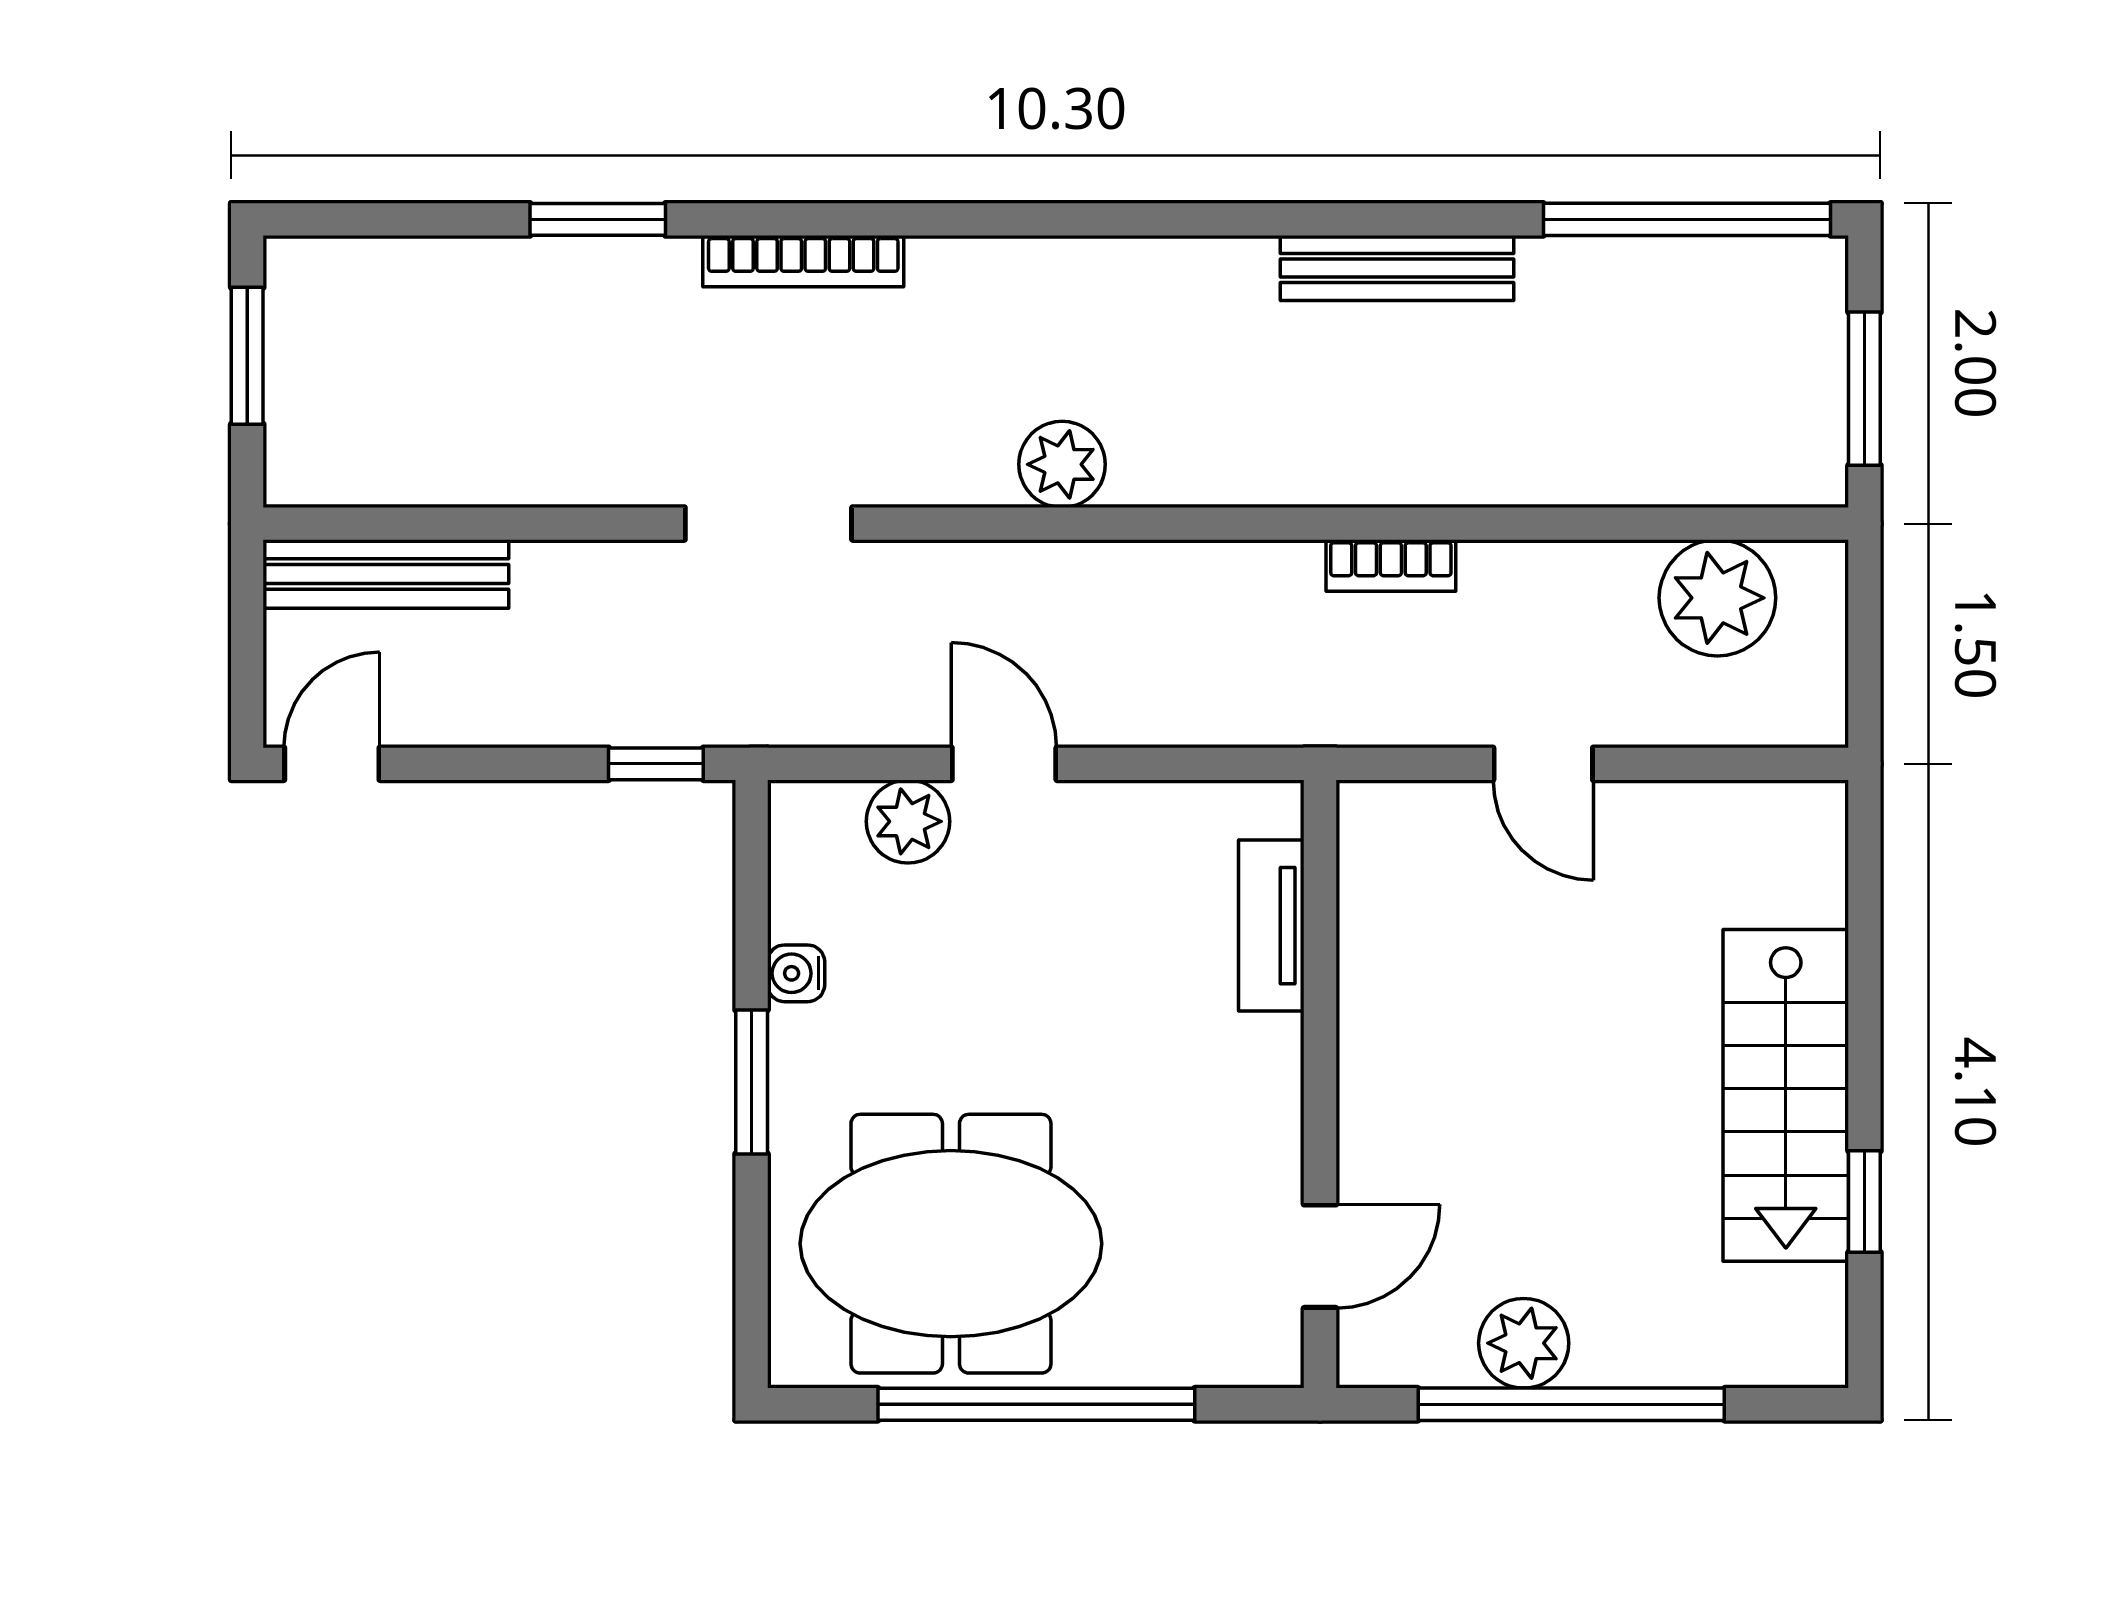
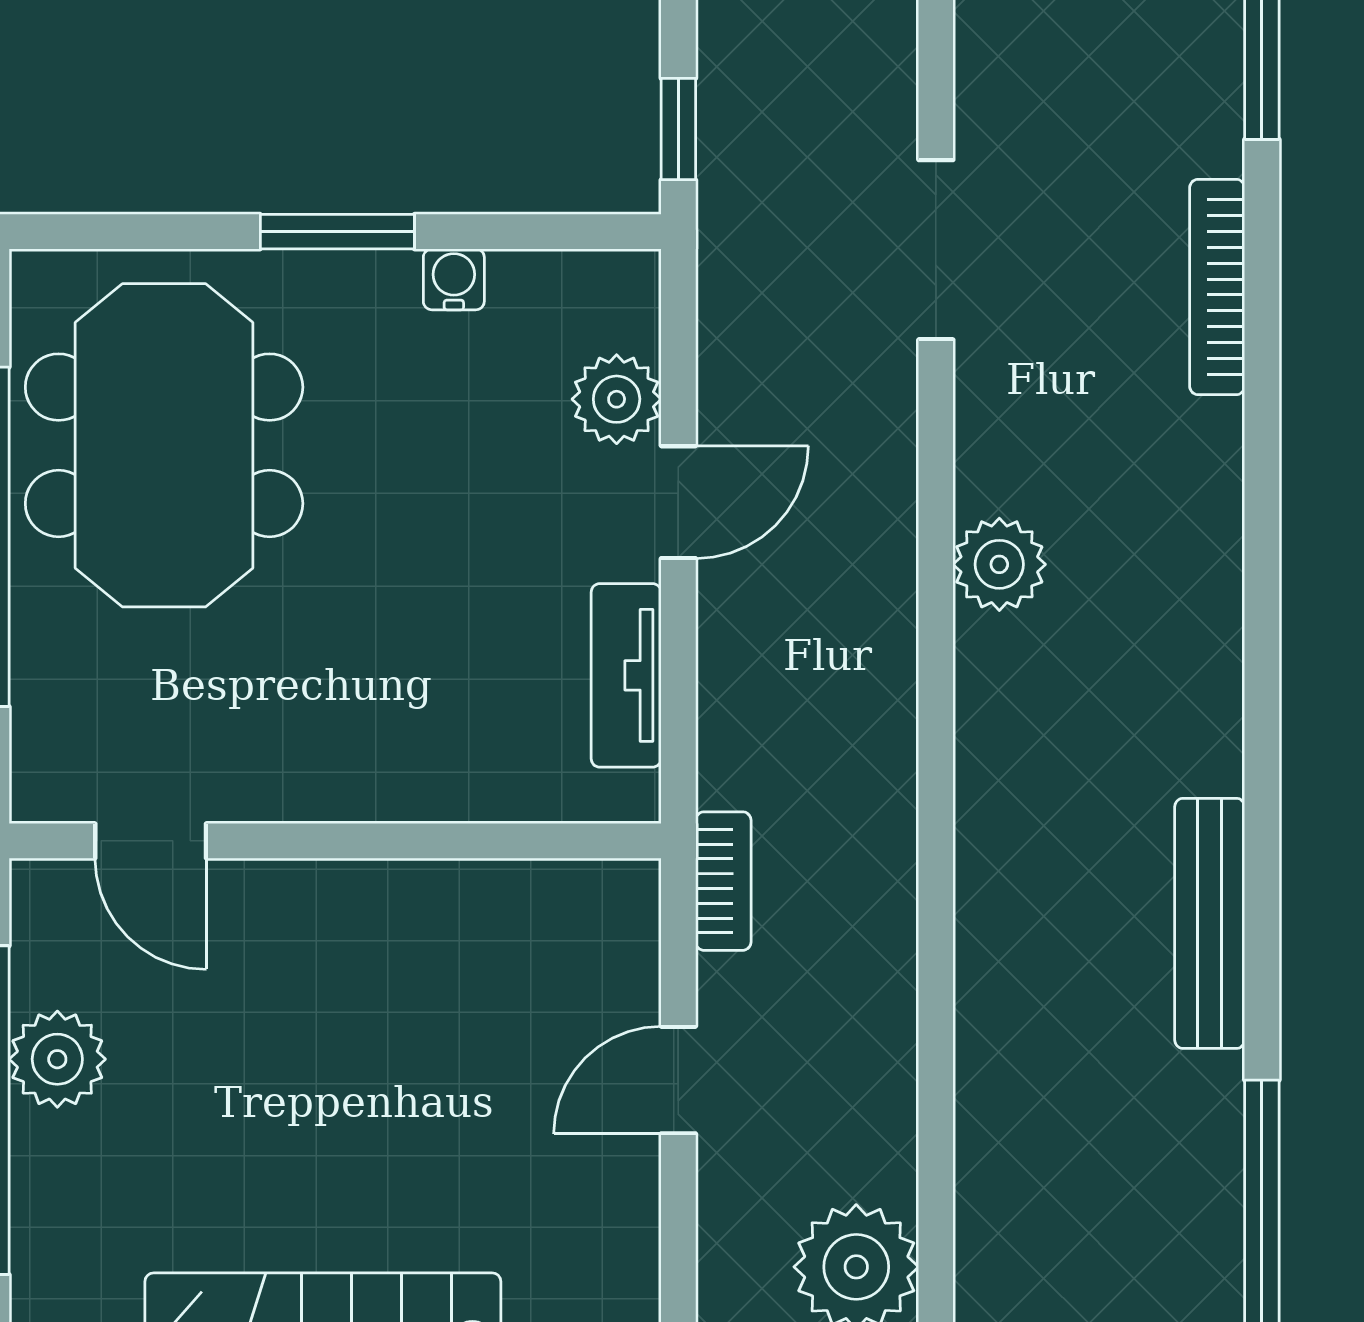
bookcase: (1391, 565) -> (723, 881), moved, turned 180
tv unit: (1271, 926) -> (626, 675), moved, turned -90

